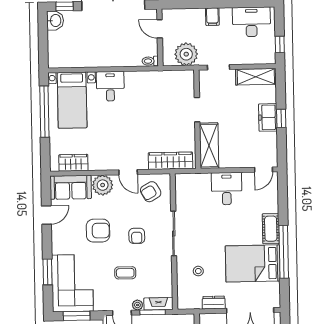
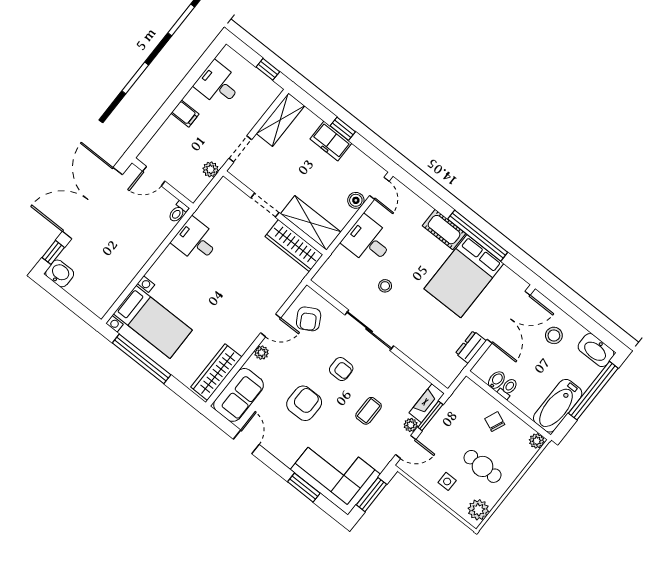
desk: (251, 22) -> (218, 84), width x0.73
plant: (186, 54) -> (211, 169), width x0.53, depth x0.53
desk: (110, 86) -> (196, 241), moved
wardrobe: (170, 161) -> (294, 246), moved, turned -90
boiler: (245, 162) -> (356, 200), added
wardrobe: (73, 163) -> (216, 372), width x1.50
plant: (103, 185) -> (262, 353), width x0.53, depth x0.53
stool: (198, 271) -> (385, 286), moved

